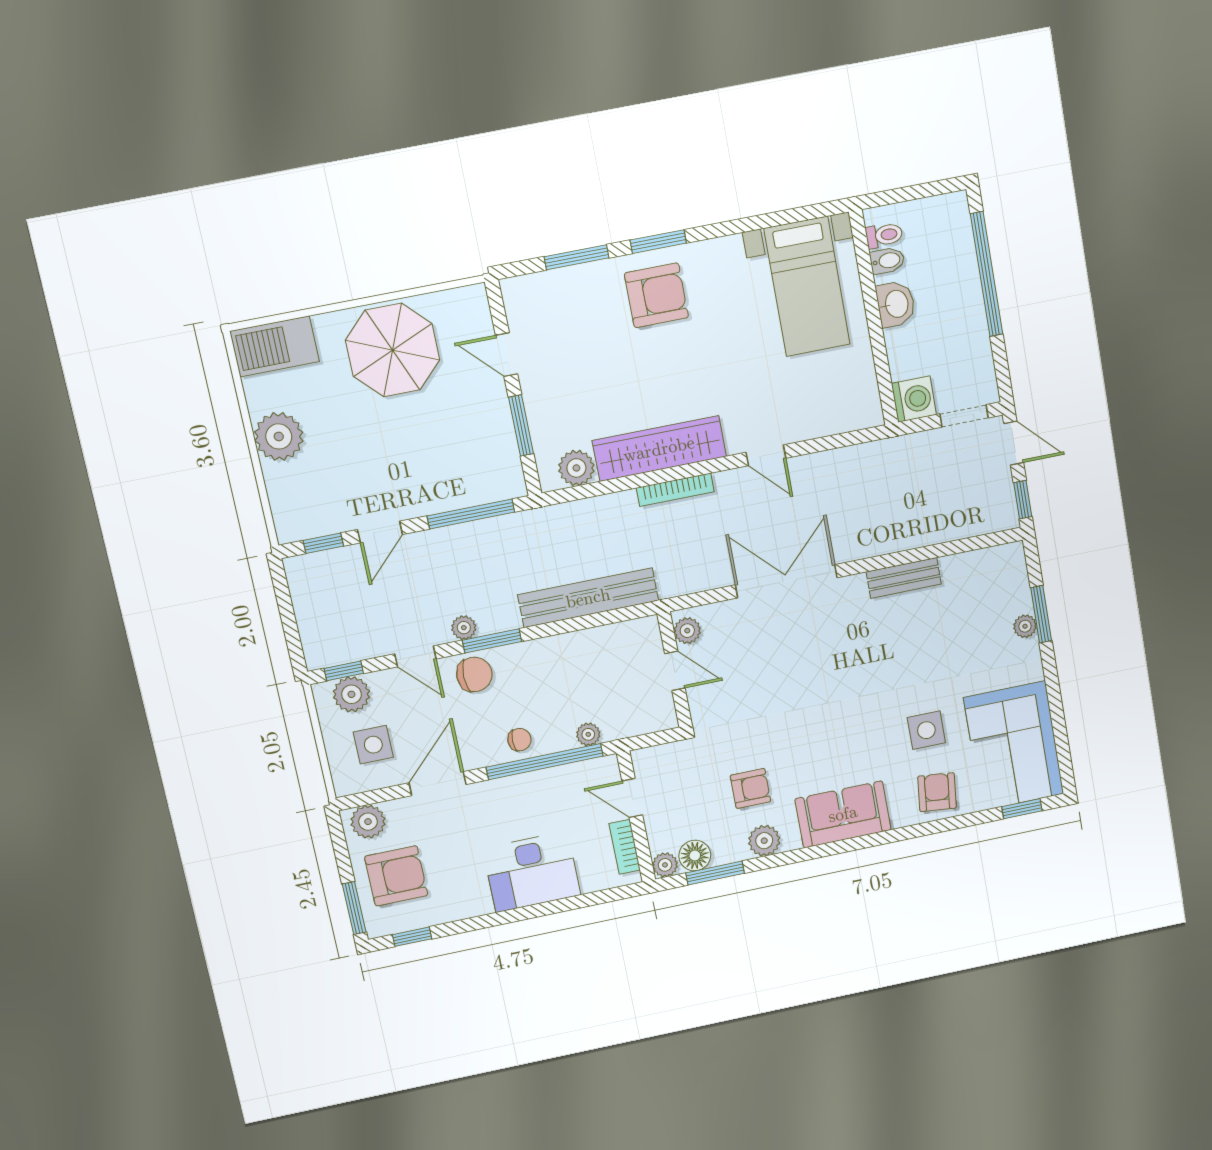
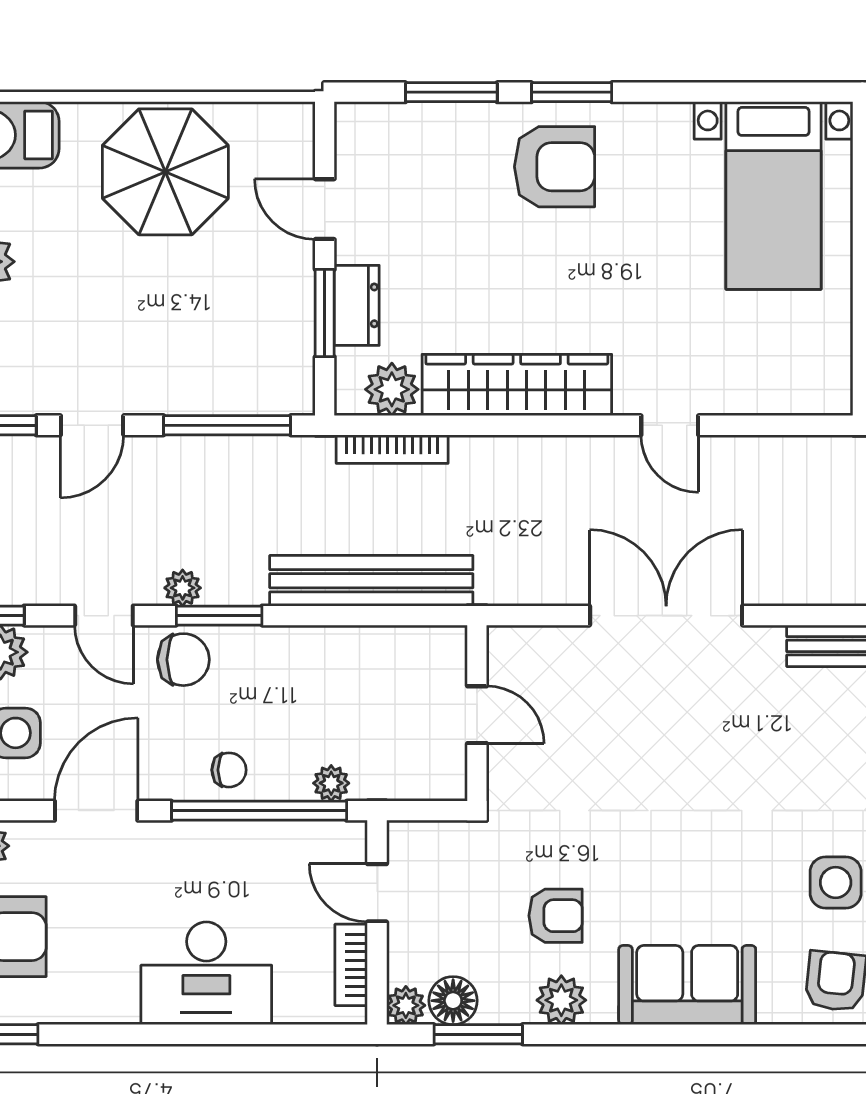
dresser: (542, 416) -> (357, 305), added
bookcase: (675, 490) -> (392, 449), moved
plant: (687, 631) -> (507, 659), removed

